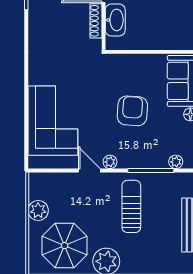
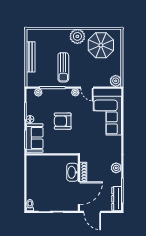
plant: (37, 28) -> (116, 168), added
armchair: (132, 111) -> (63, 121), turned 86
plant: (38, 210) -> (116, 81), moved

